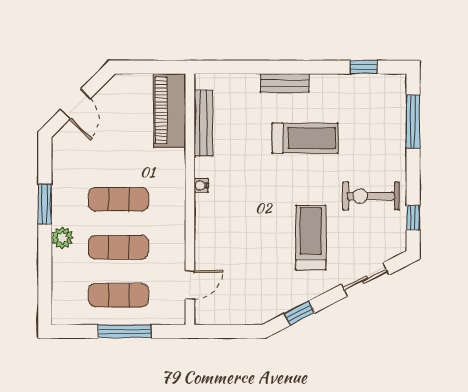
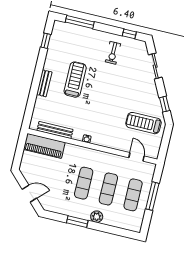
exercise bike: (371, 196) -> (113, 53), width x0.73, depth x0.72
treadmill: (311, 238) -> (144, 123), moved

